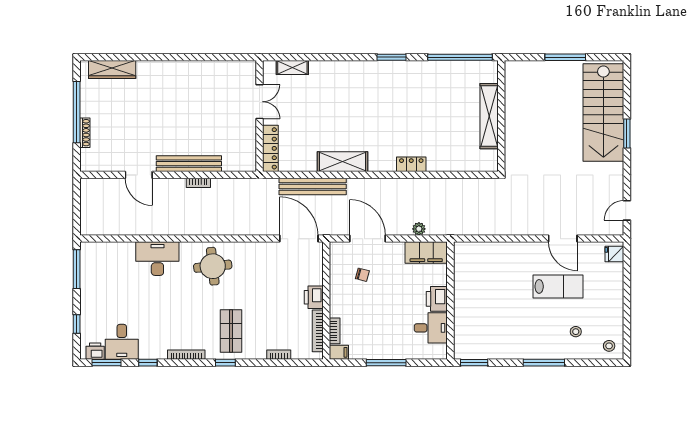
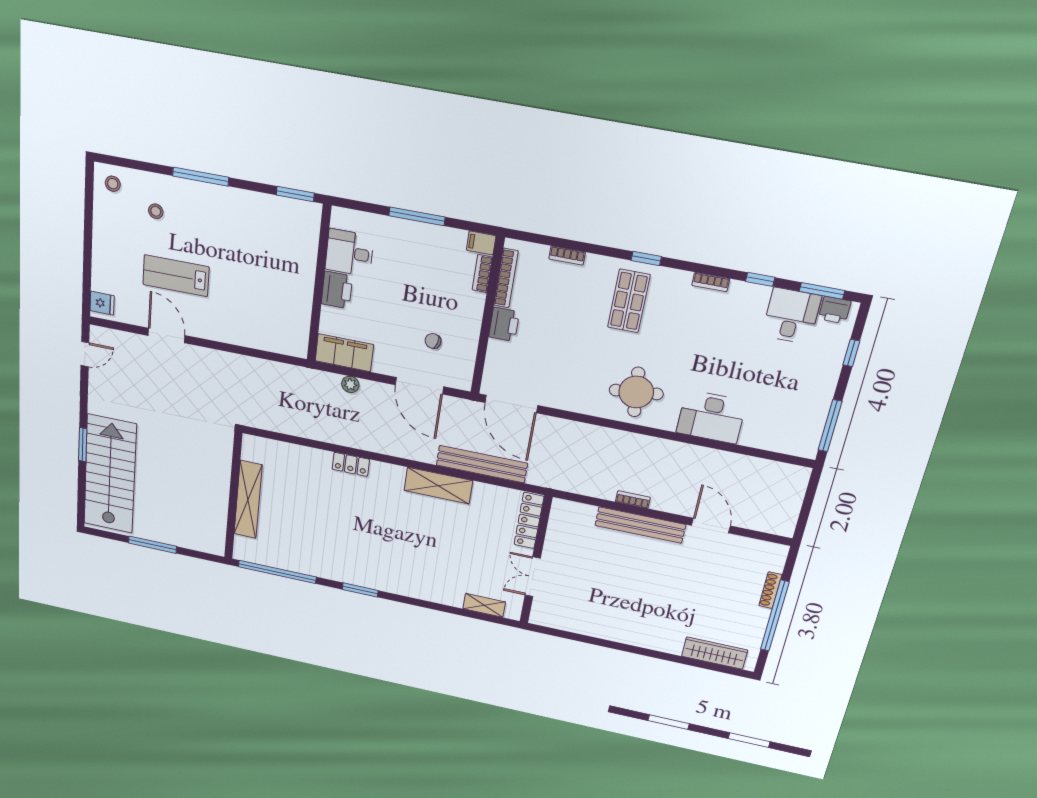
bookcase: (186, 355) -> (711, 282), width x0.64

